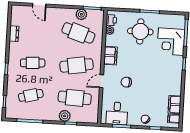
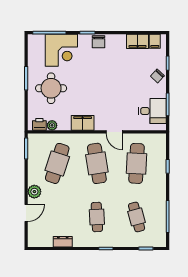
plant: (81, 14) -> (34, 192), moved
chair: (126, 82) -> (99, 42), moved
plant: (65, 116) -> (159, 174), removed

